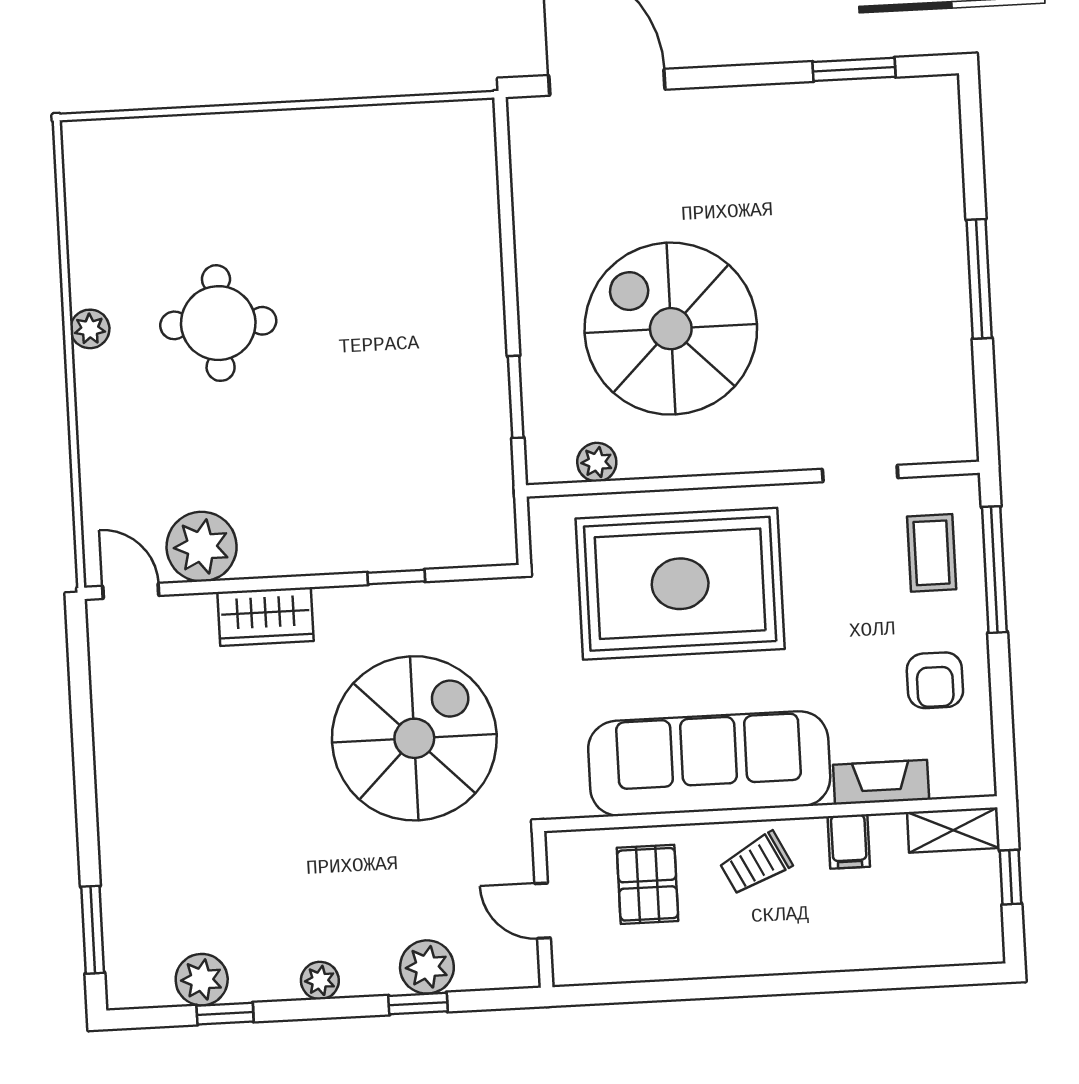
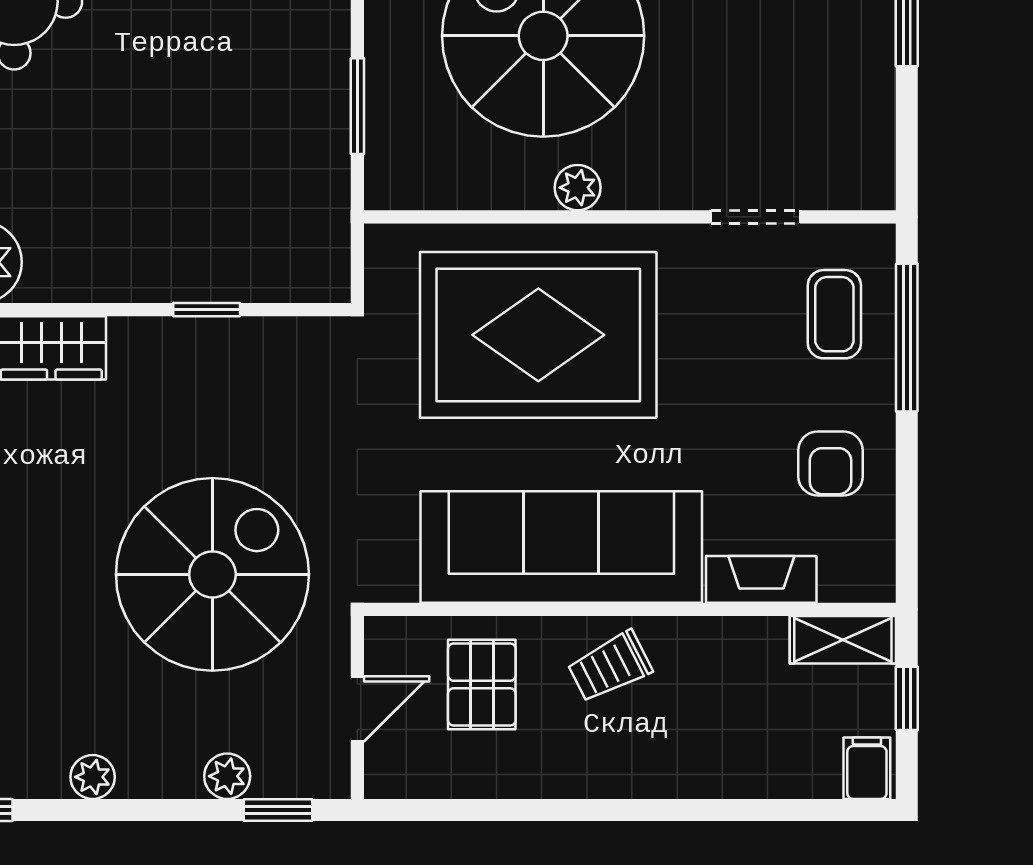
plant: (597, 462) -> (578, 188), moved
spiral stairs: (414, 738) -> (212, 574), moved
filing cabinet: (849, 842) -> (867, 768), moved, turned 180
door: (543, 911) -> (357, 709), swing flipped
plant: (427, 967) -> (227, 776), width x0.73, depth x0.73
window: (418, 1004) -> (278, 810), moved

